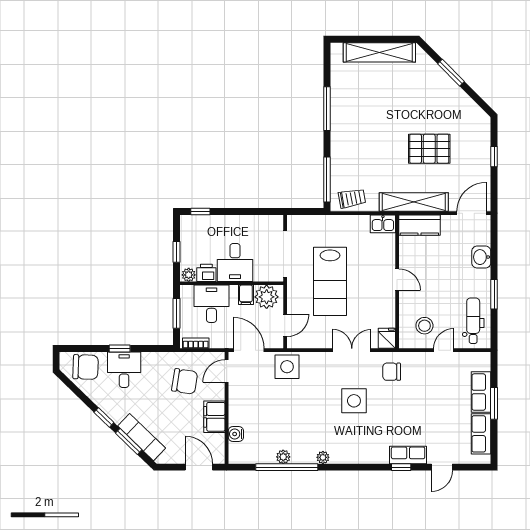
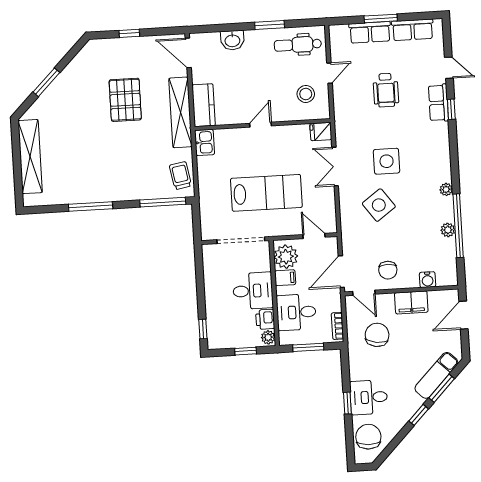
door: (444, 350) -> (330, 73), swing flipped
side table: (287, 367) -> (379, 205), moved, turned -36
chair: (392, 372) -> (388, 270), moved
wheelchair: (424, 404) -> (386, 90), added

